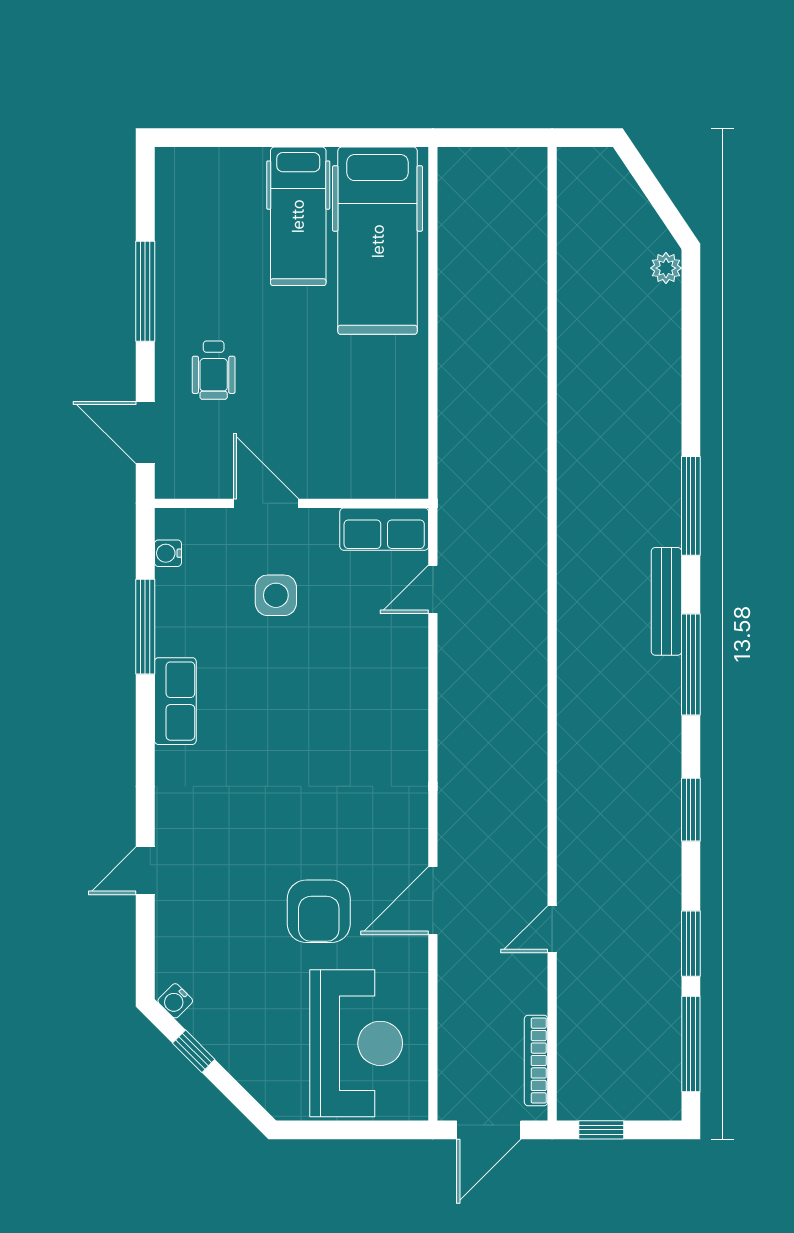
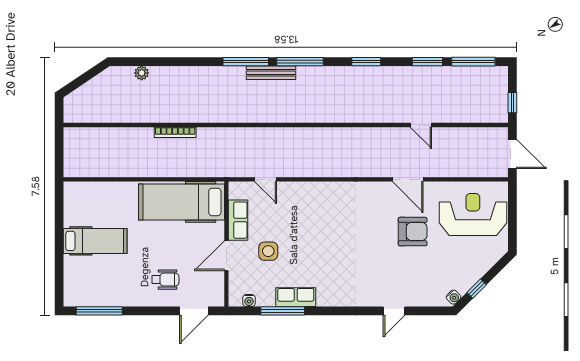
hospital bed: (378, 241) -> (181, 202), moved, turned 180
plant: (666, 268) -> (142, 73), moved
window: (145, 291) -> (99, 311), moved
window: (691, 506) -> (246, 62), moved
row of seats: (384, 529) -> (238, 220), moved
row of seats: (175, 701) -> (296, 297), moved
door: (145, 871) -> (394, 311), hinge flipped
bookcase: (536, 1061) -> (175, 132), moved

